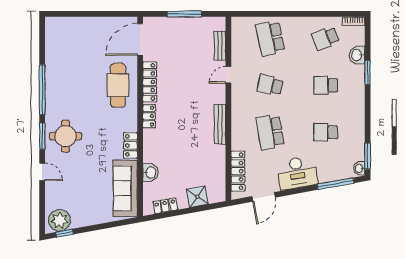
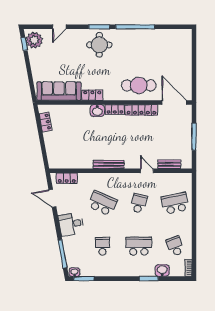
school desk: (326, 85) -> (139, 246), width x1.85
school desk: (270, 132) -> (102, 203), turned 33
locker: (238, 171) -> (67, 178), width x0.66
door: (42, 172) -> (59, 27), moved
washbasin: (151, 172) -> (97, 111), moved
desk: (297, 173) -> (71, 224), width x0.73
shower: (197, 197) -> (52, 147), removed

